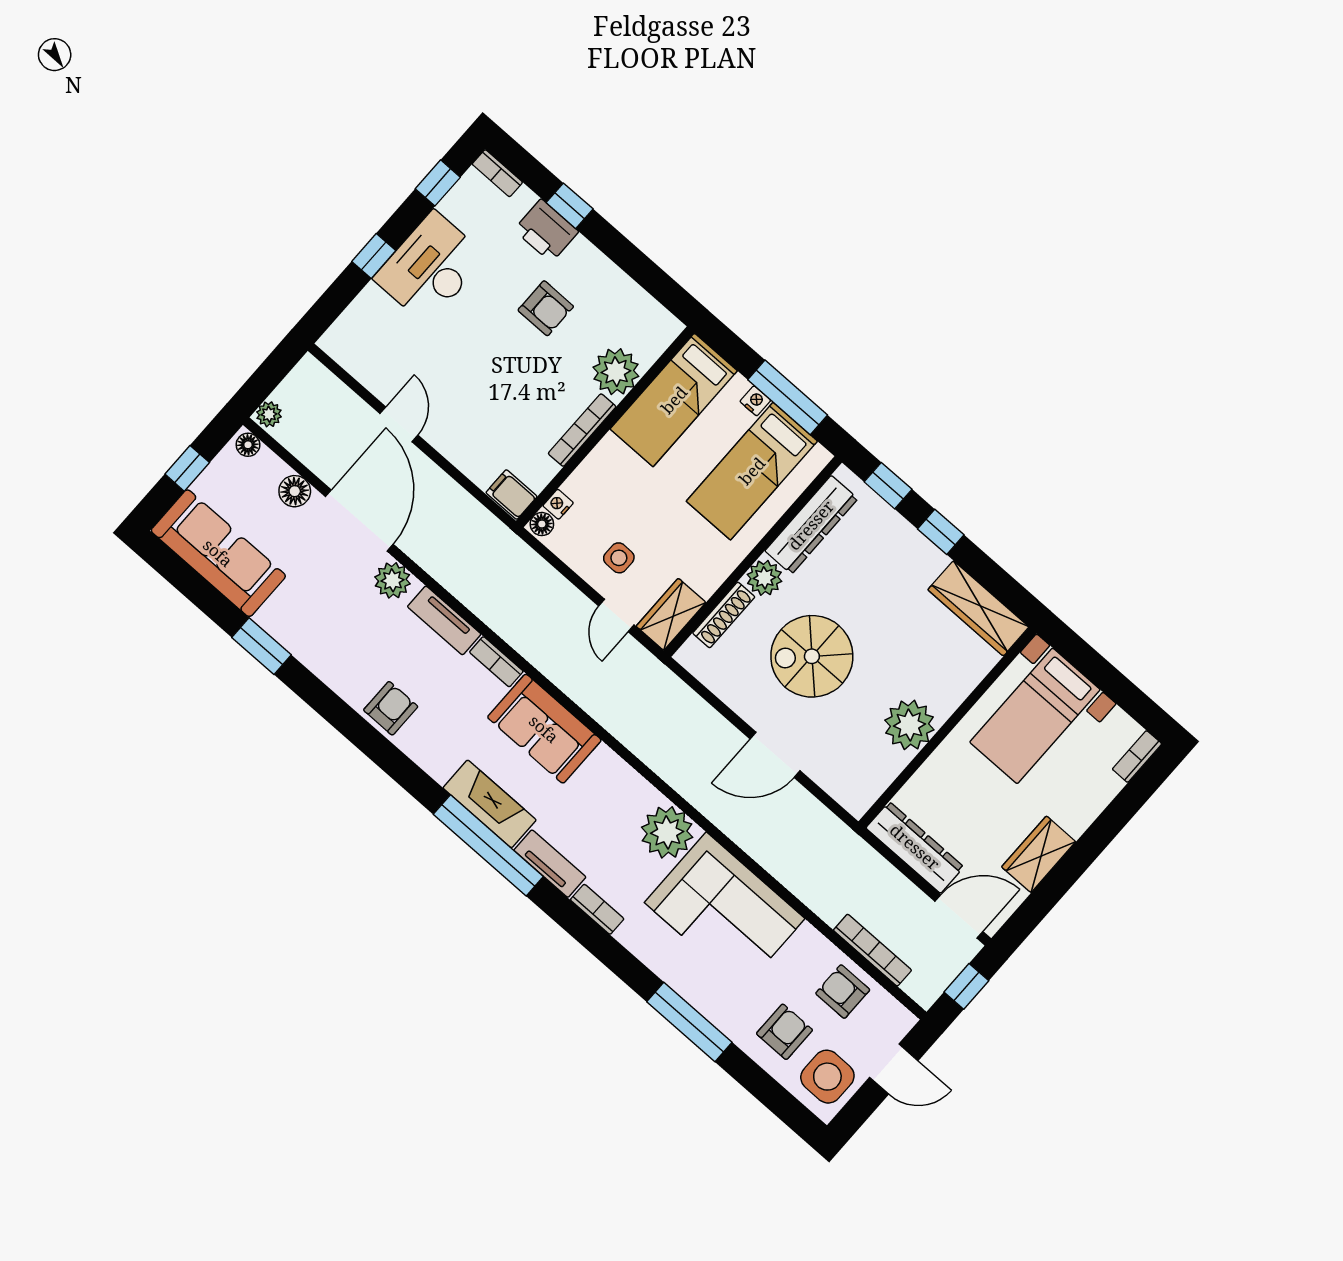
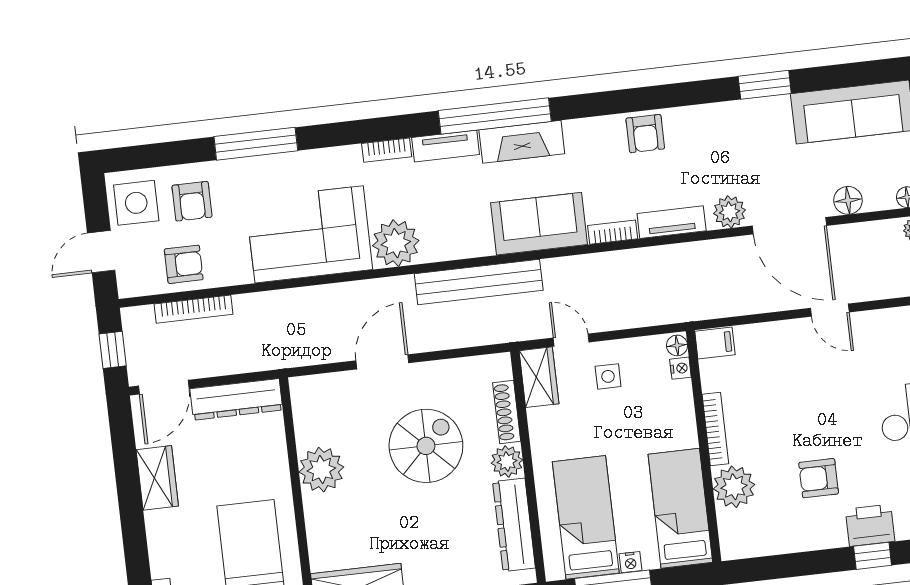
bench: (637, 735) -> (479, 282), added

